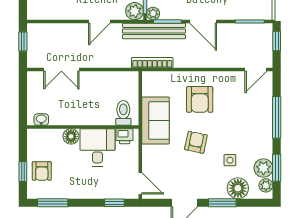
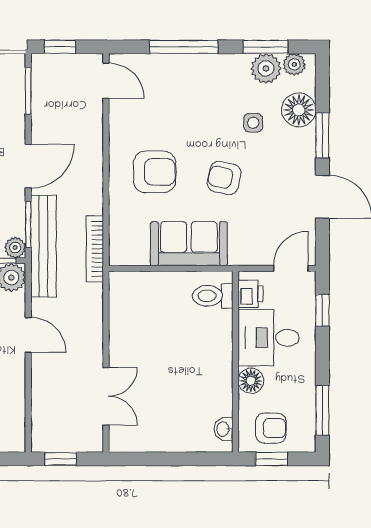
toilet: (123, 113) -> (213, 296), moved
washbasin: (41, 119) -> (223, 429), moved
wall: (83, 127) -> (236, 362), moved
floor lamp: (71, 136) -> (251, 381), moved
printer: (125, 136) -> (250, 294), moved
desk: (98, 147) -> (269, 338), moved

